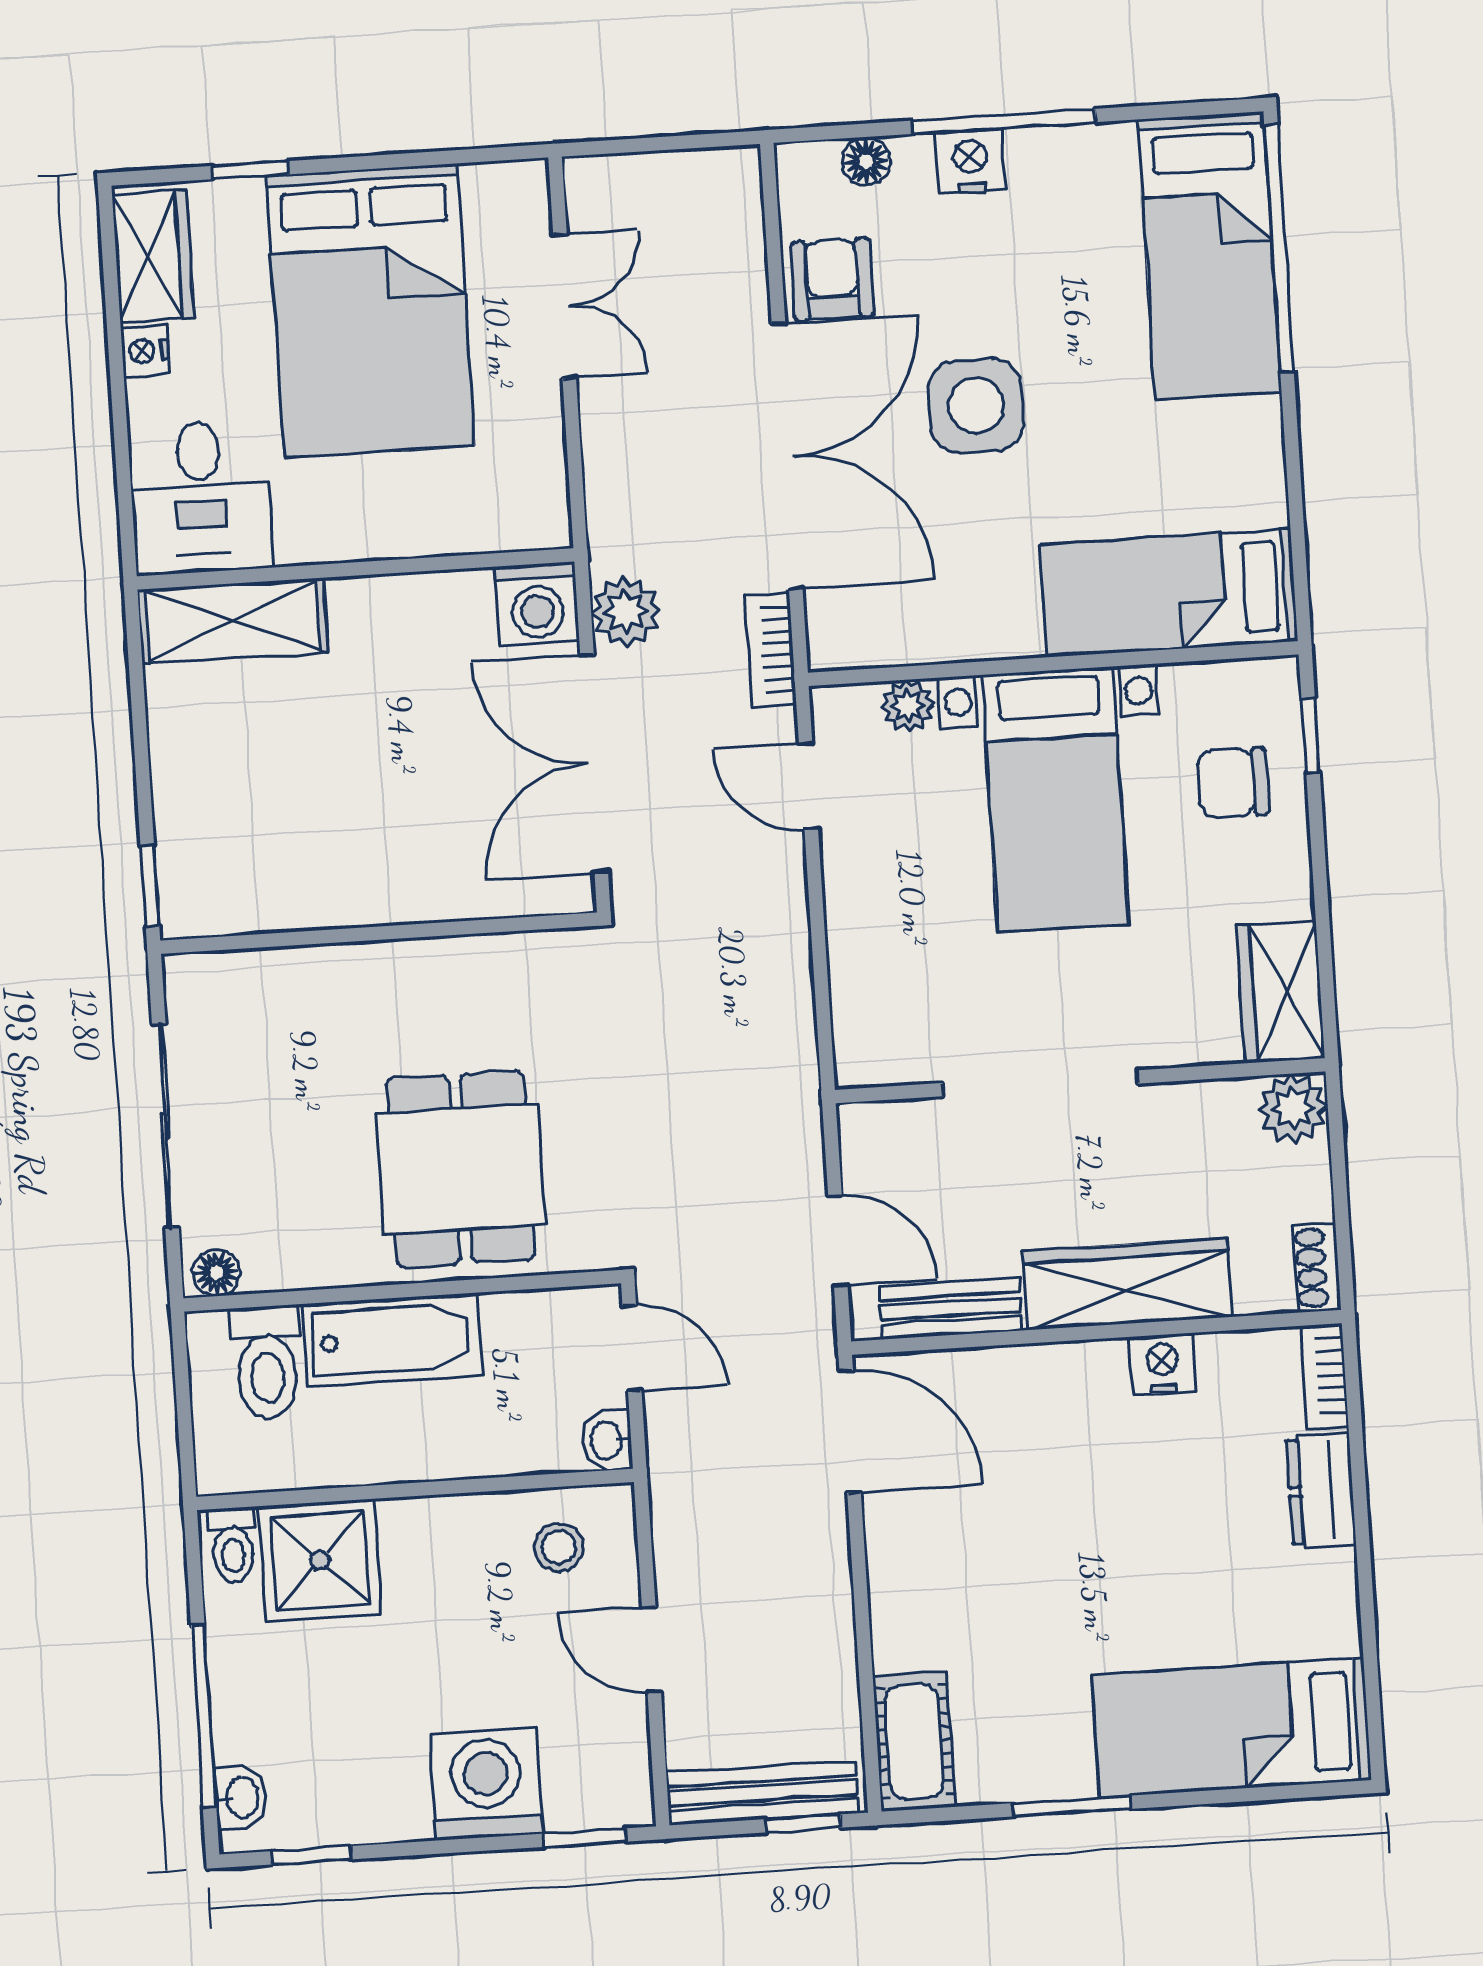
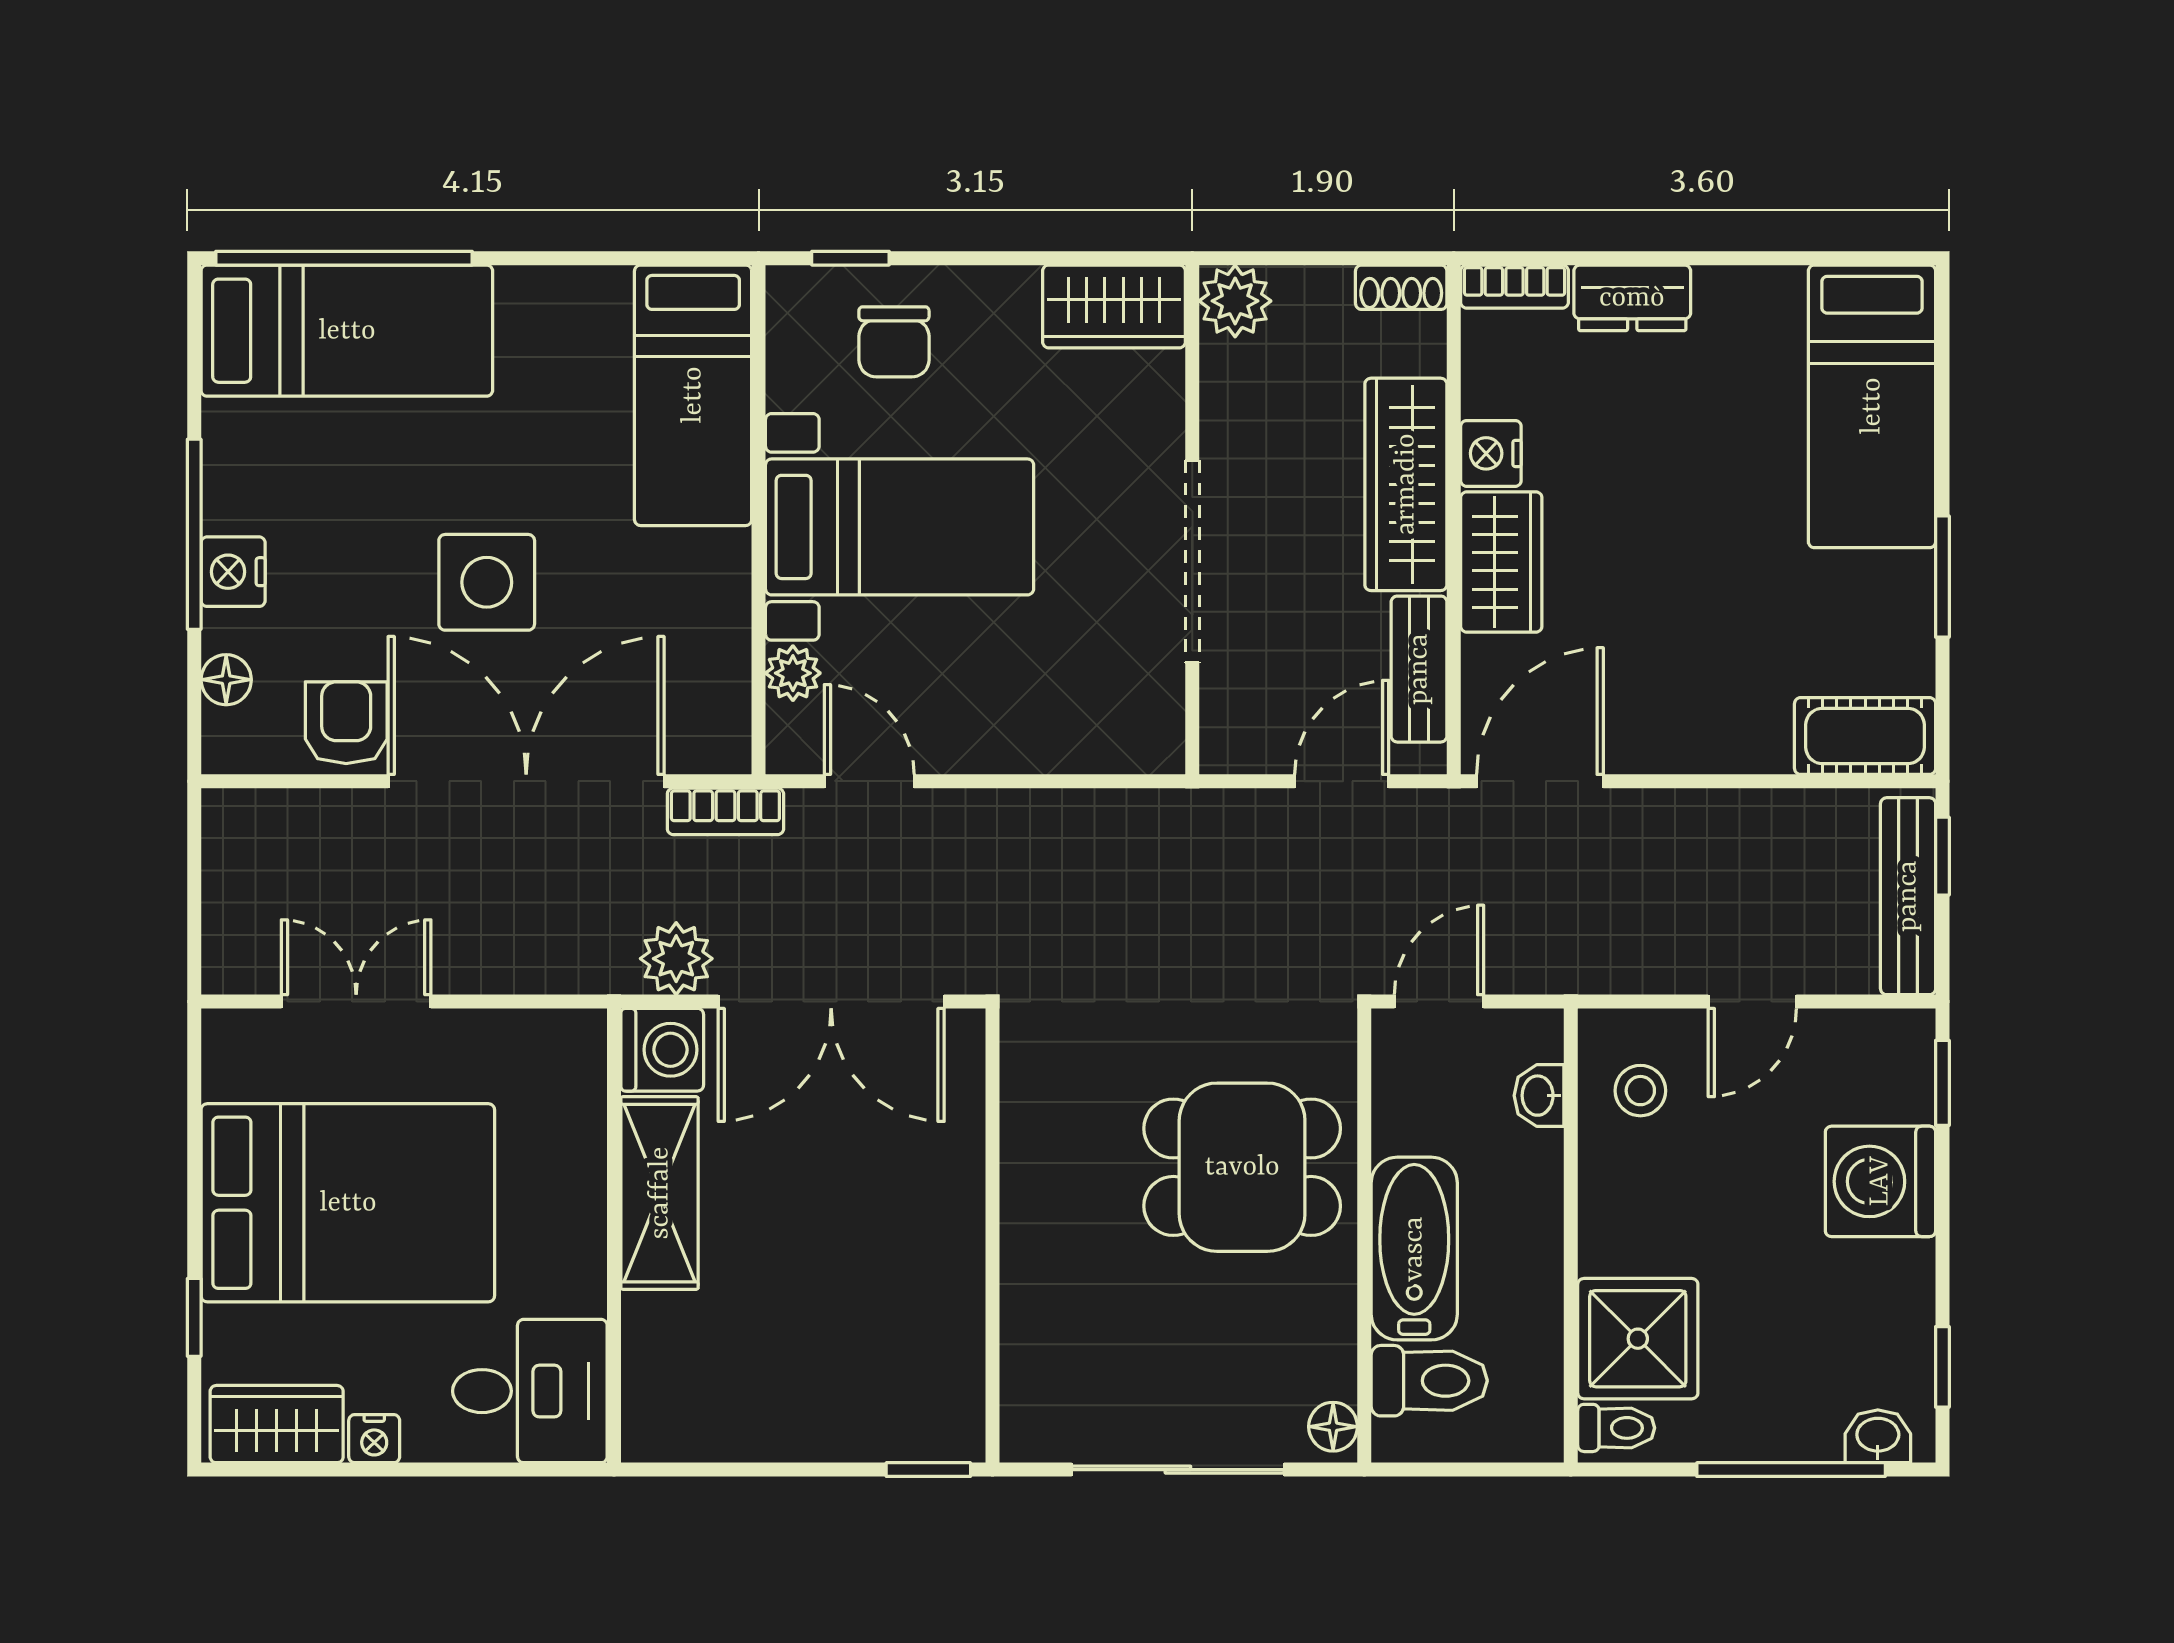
armchair: (832, 279) -> (346, 723), turned 90
shelving: (233, 621) -> (660, 1193), moved
door: (808, 786) -> (869, 781), swing flipped
wardrobe: (1059, 1381) -> (1501, 562), added
washbasin: (607, 1441) -> (1539, 1096), moved, turned 90

